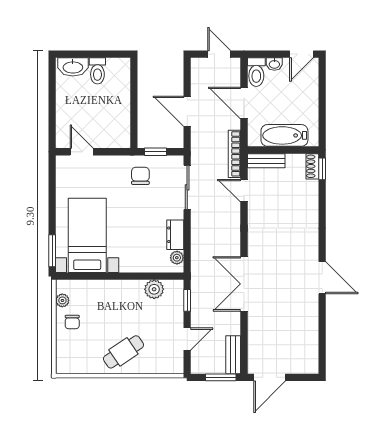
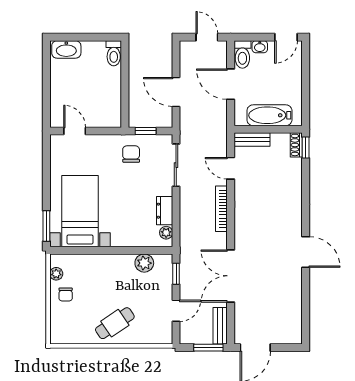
toilet: (97, 71) -> (114, 53), moved
bookcase: (234, 154) -> (221, 209), moved
double door: (244, 284) -> (231, 276), moved

